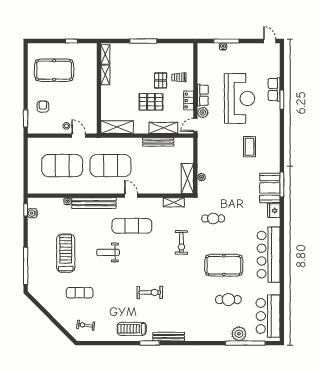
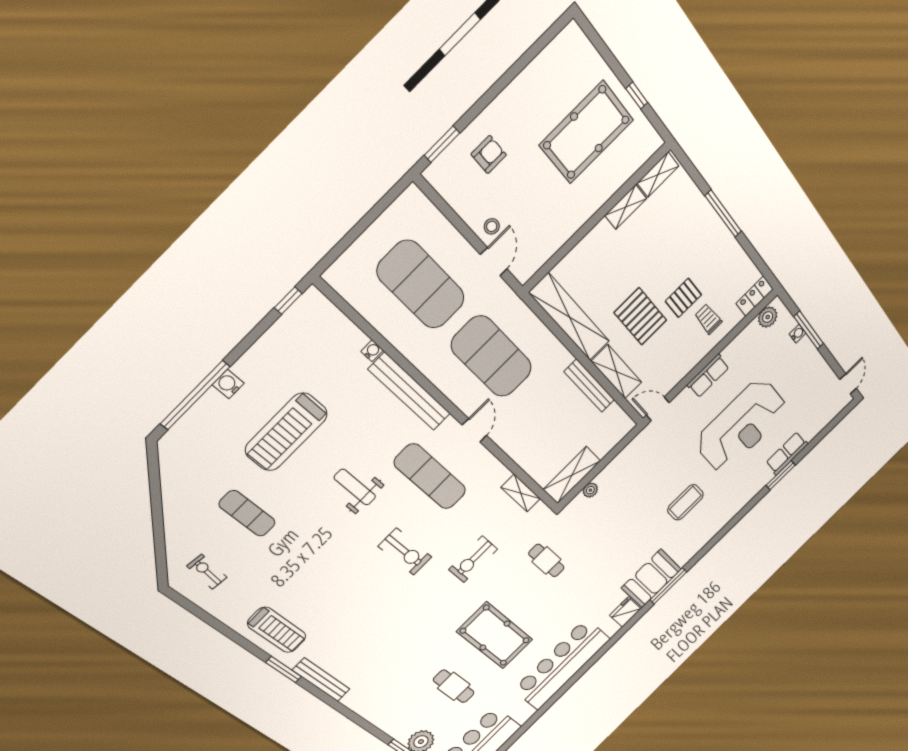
pool table: (54, 70) -> (586, 132), moved, turned 90
locker: (189, 100) -> (755, 296), moved
plant: (203, 113) -> (768, 317), moved
shelving: (117, 127) -> (570, 317), width x1.47
water cooler: (32, 213) -> (228, 384), moved
treadmill: (66, 253) -> (286, 432), turned 180
exercise bike: (150, 292) -> (405, 552), moved
treadmill: (132, 329) -> (277, 630), turned 180

